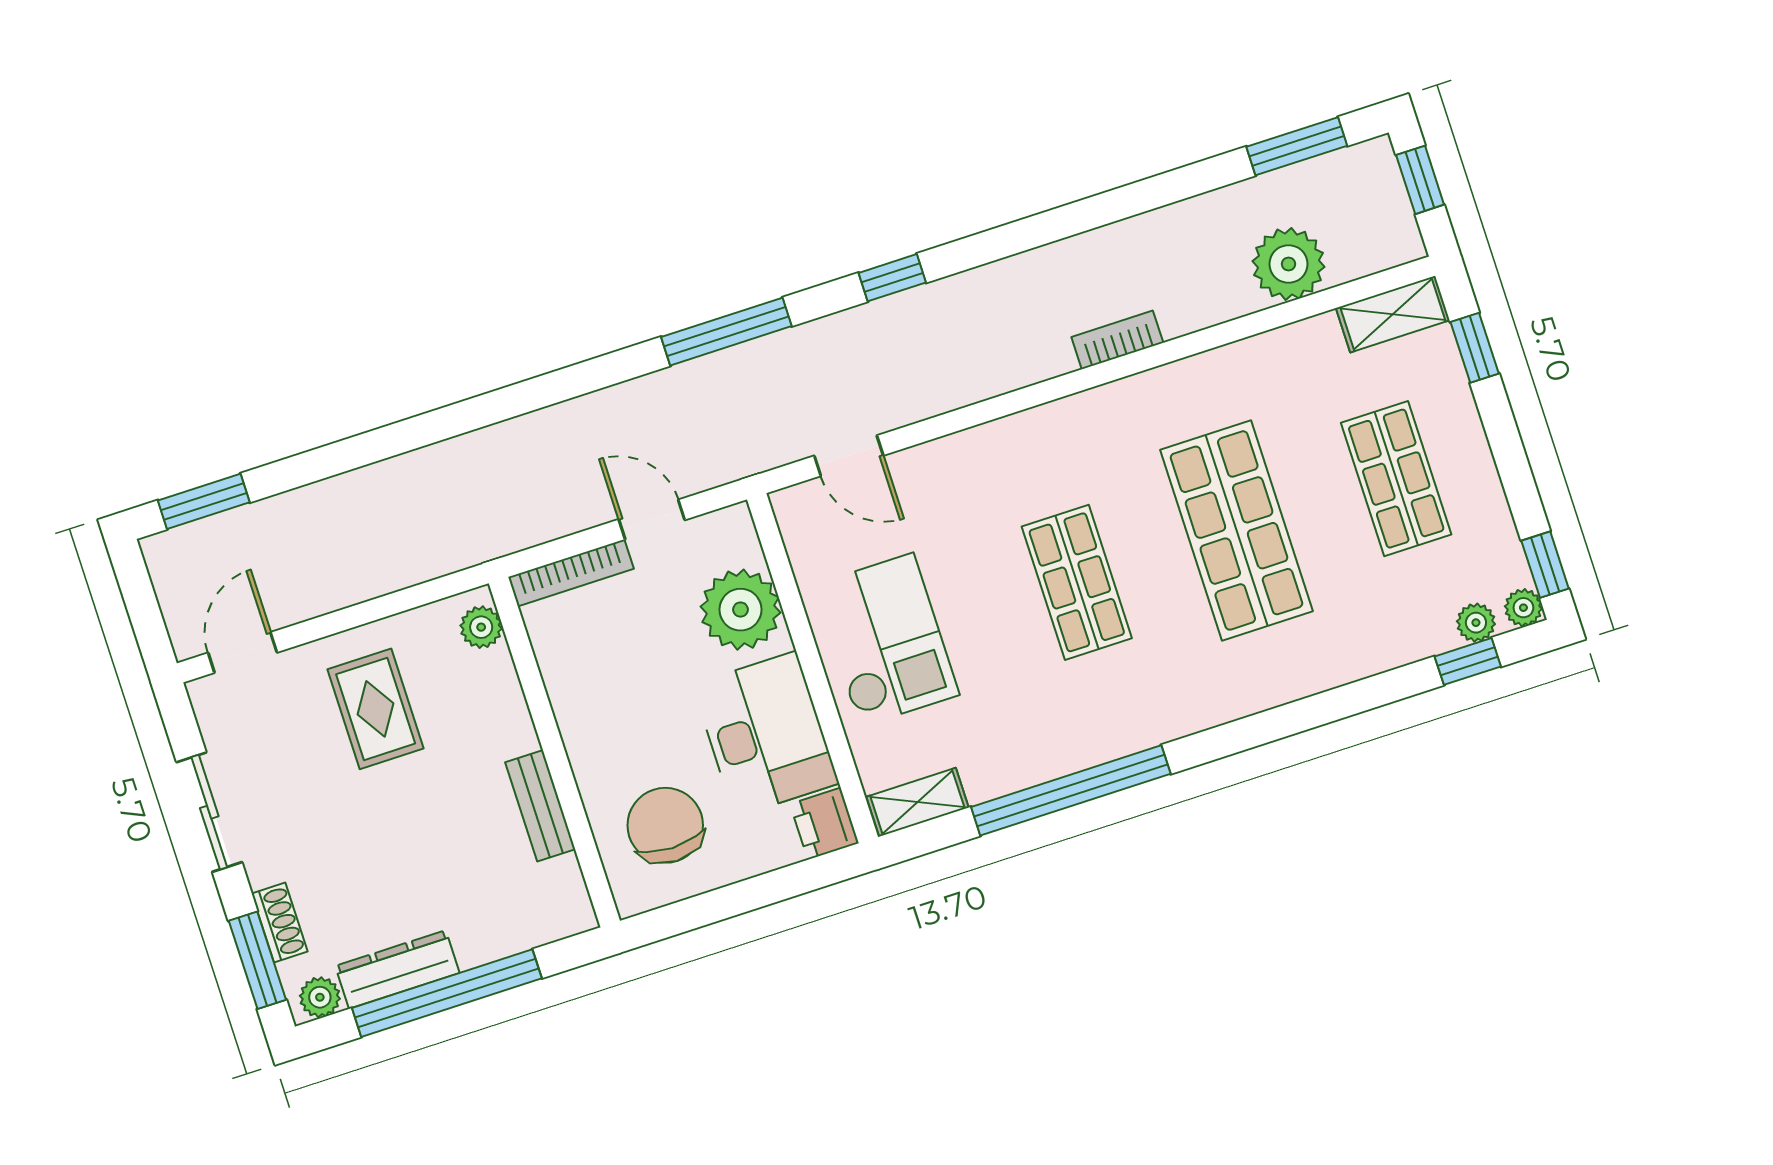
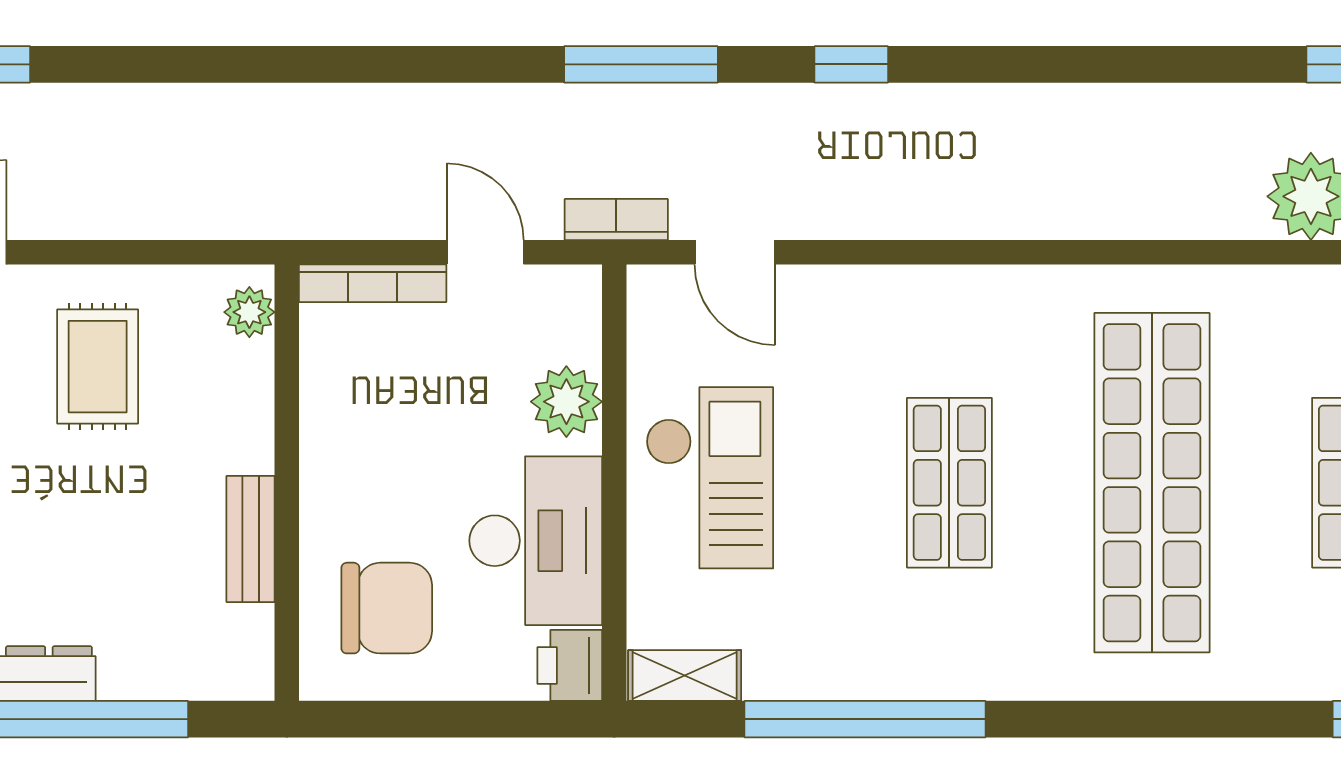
bookcase: (1117, 340) -> (616, 220), moved
shop shelf: (1236, 530) -> (1152, 483), width x1.40
plant: (740, 610) -> (566, 402), width x0.73, depth x0.73
chair: (665, 825) -> (387, 608), turned 90

